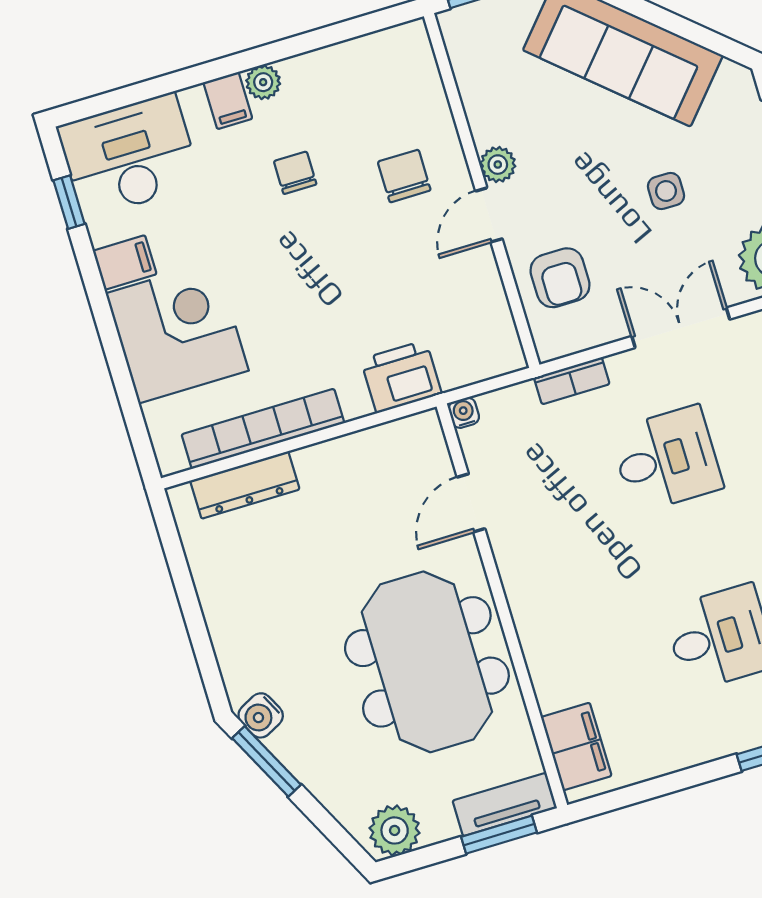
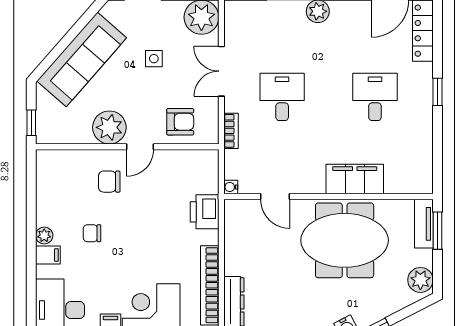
plant: (498, 165) -> (109, 127), width x1.87, depth x1.87
door: (489, 215) -> (140, 147), hinge flipped
filing cabinet: (576, 747) -> (355, 179), moved, width x1.50, depth x1.17

